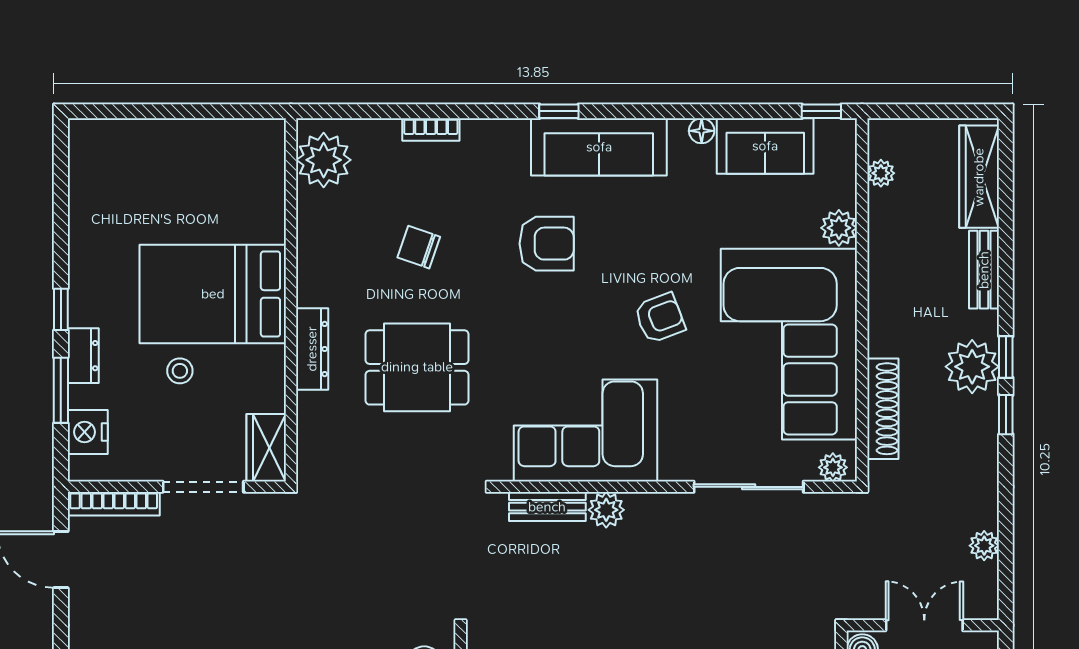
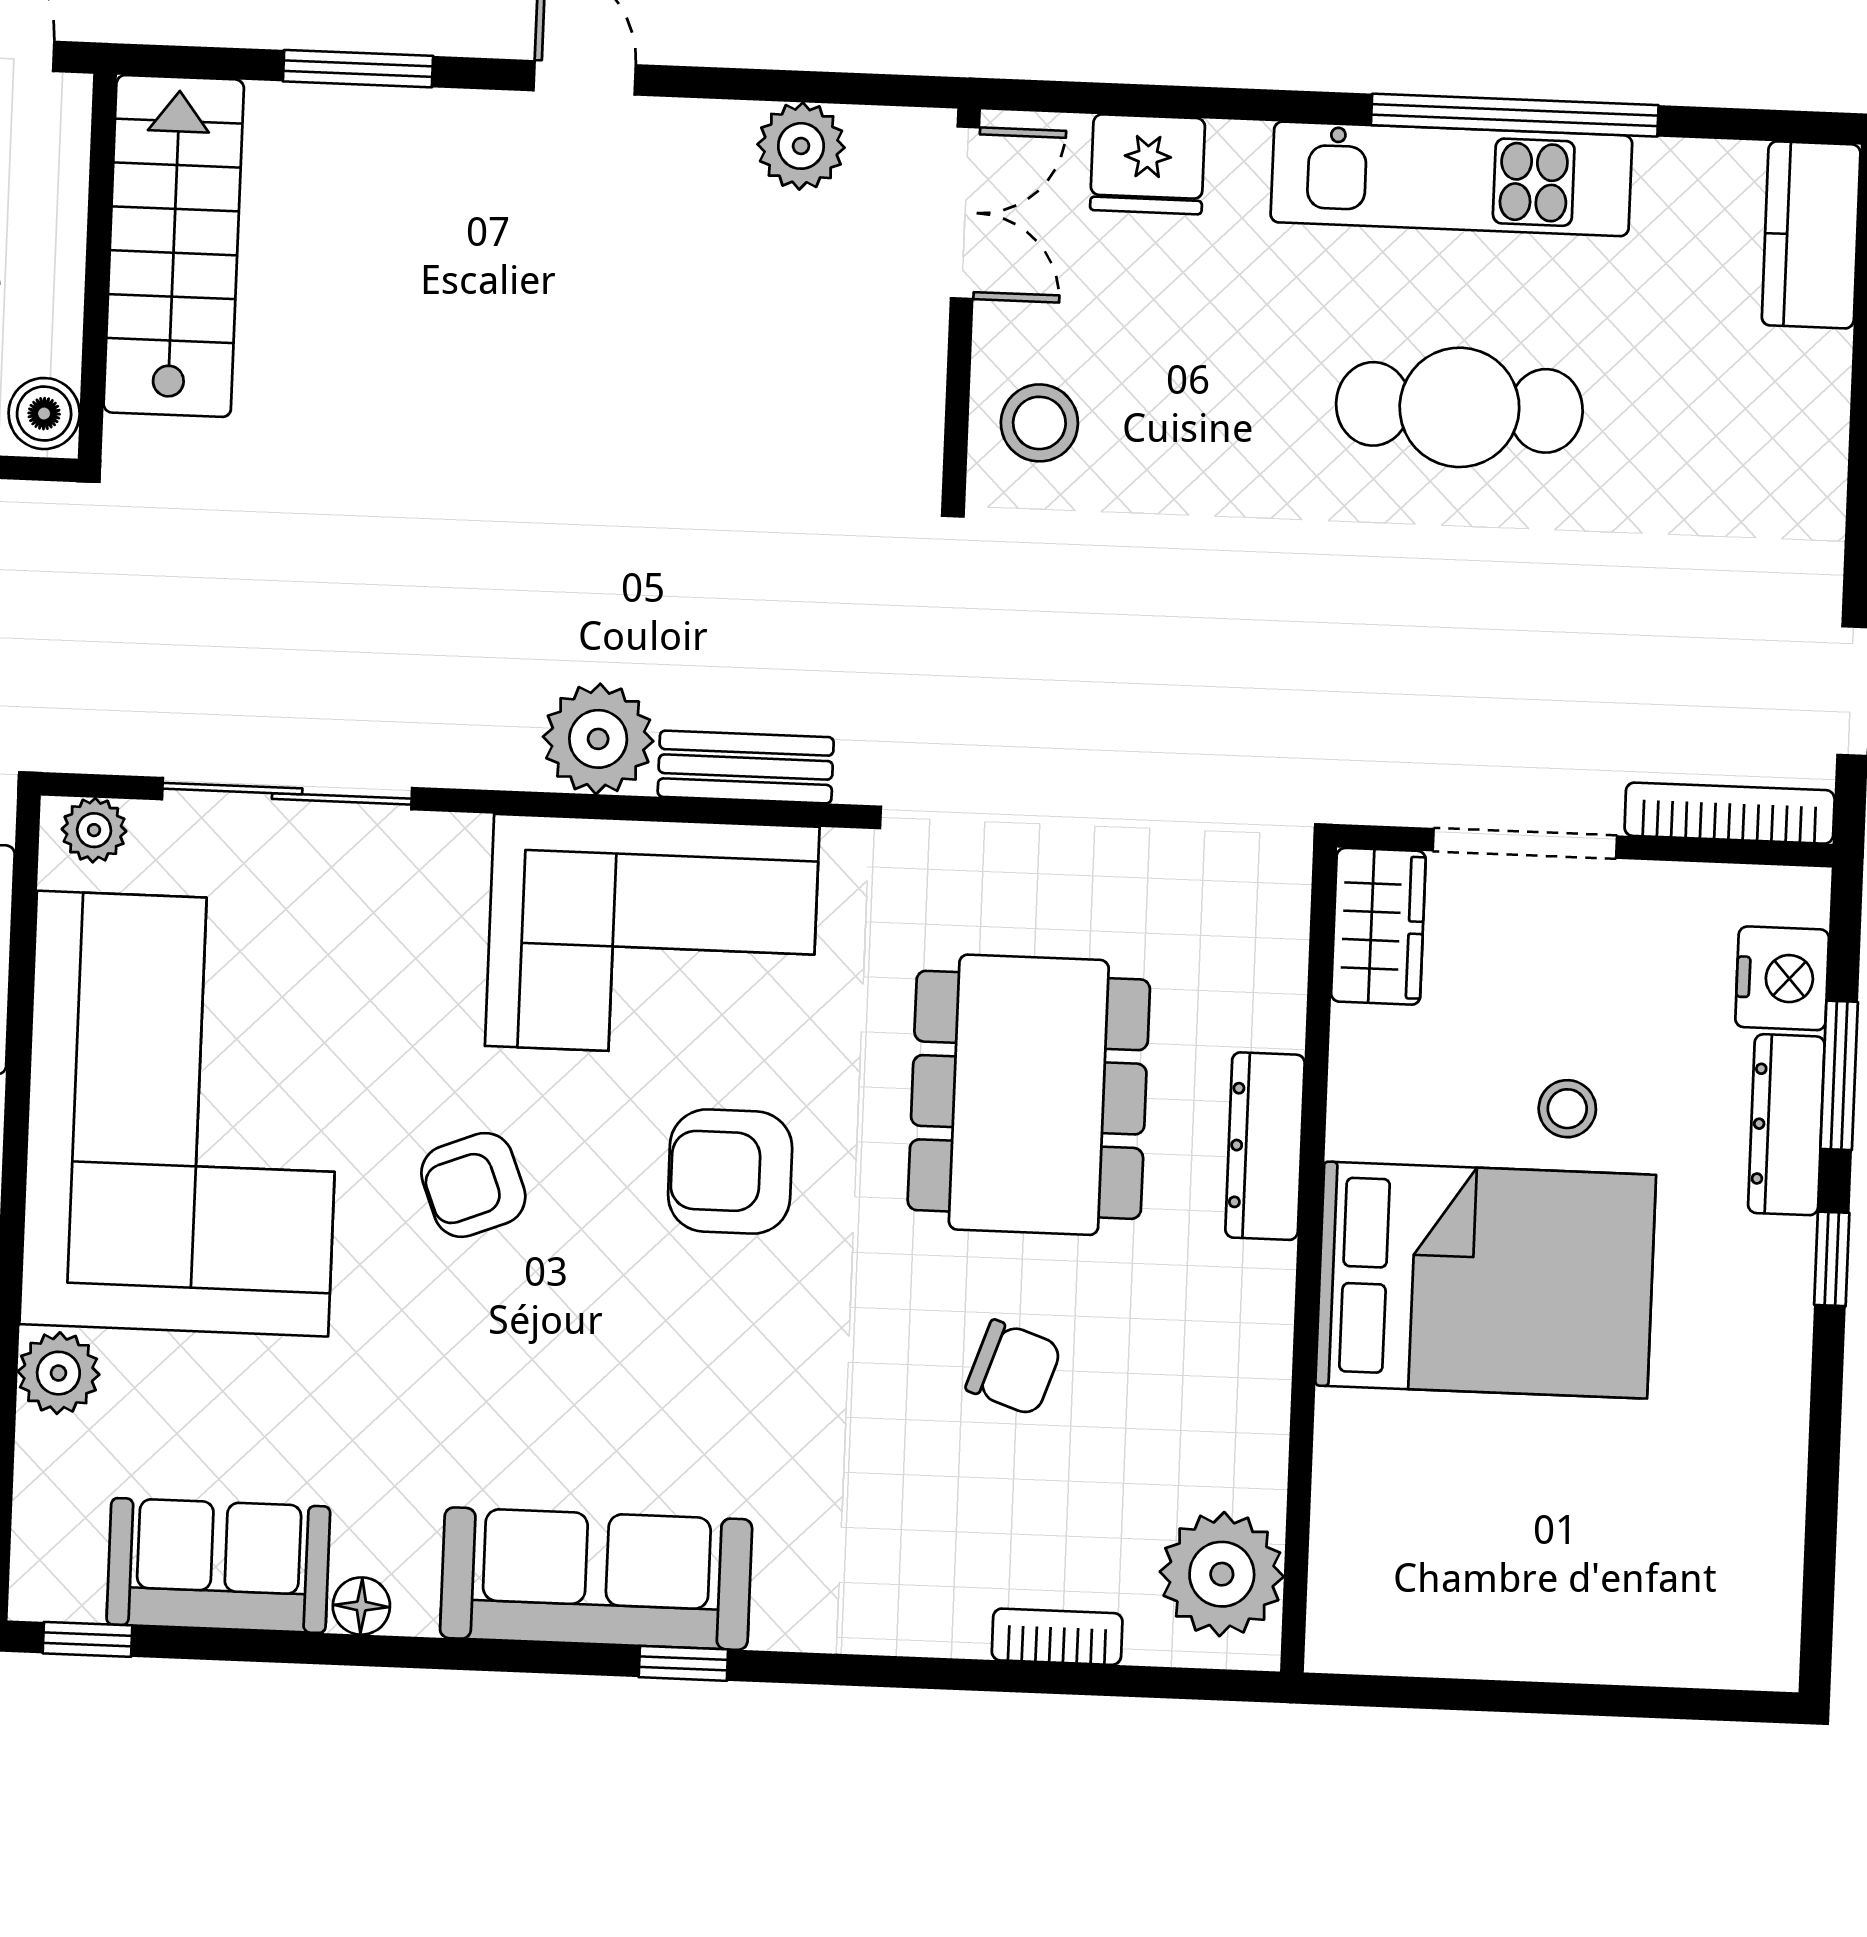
bookcase: (431, 130) -> (1057, 1637), moved
armchair: (547, 244) -> (730, 1171), moved
dresser: (83, 356) -> (1786, 1125), width x1.44
dining table: (417, 367) -> (1029, 1095), width x1.38
plant: (606, 510) -> (598, 739), width x1.36, depth x1.36

